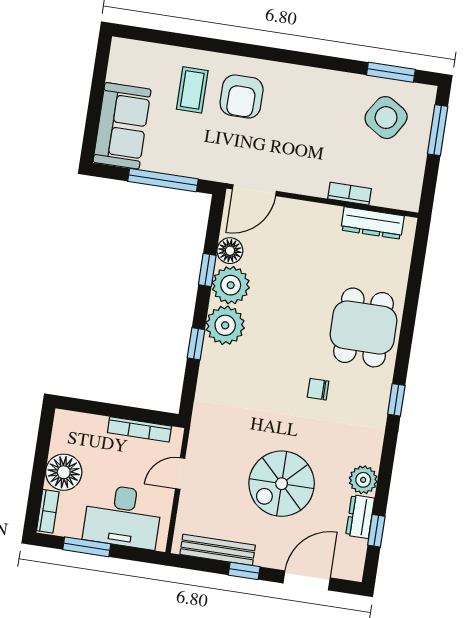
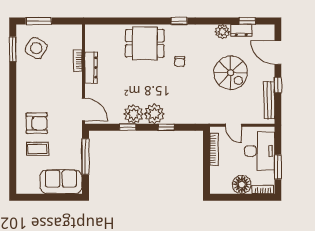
dresser: (373, 223) -> (91, 67), moved
floor lamp: (230, 251) -> (116, 117), removed

